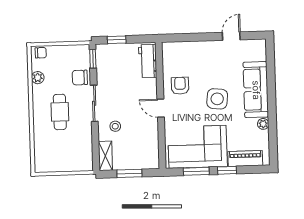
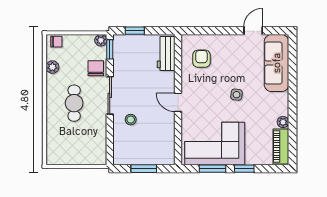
plant: (84, 50) -> (101, 40), added
chair: (80, 78) -> (96, 68), turned 90
armchair: (180, 86) -> (202, 59), moved
sofa: (256, 90) -> (277, 63), moved
side table: (217, 99) -> (236, 95), width x0.54, depth x0.54
shelving: (105, 156) -> (120, 150), removed
piano: (245, 158) -> (281, 147), moved, turned -90

